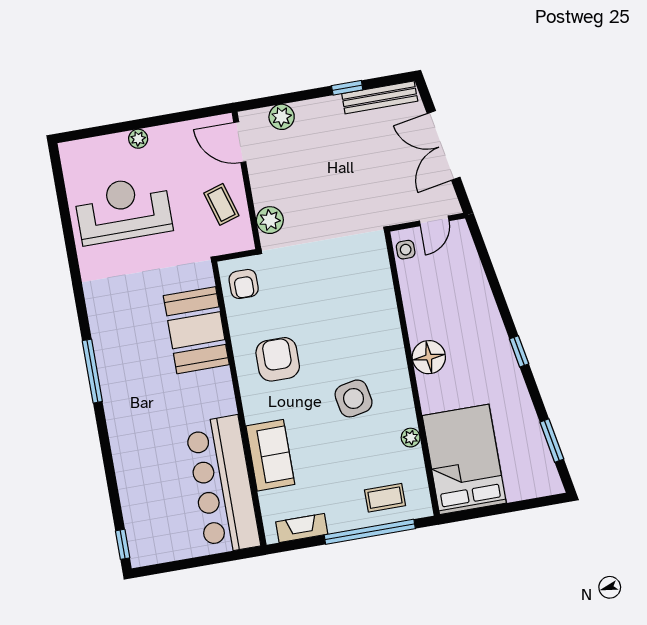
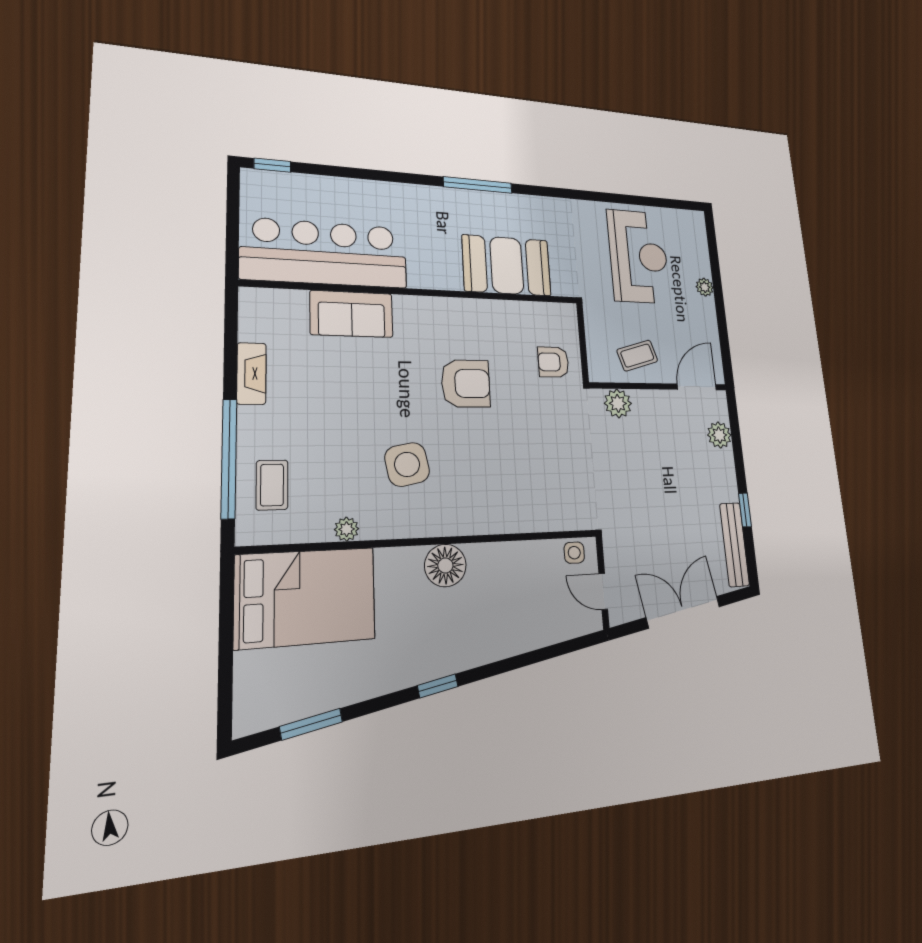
booth: (196, 330) -> (507, 265), moved
wall: (239, 404) -> (419, 292), moved
sofa: (270, 455) -> (352, 314), moved
bar counter: (223, 485) -> (325, 253), moved

